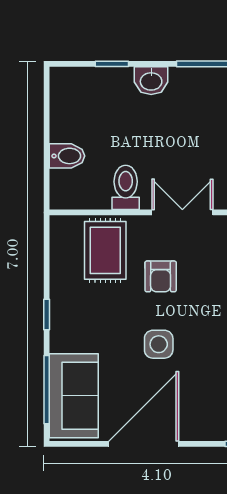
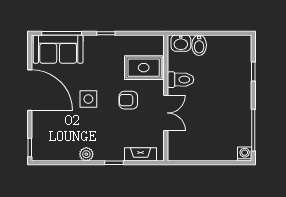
washbasin: (151, 81) -> (181, 43), moved, turned -90

